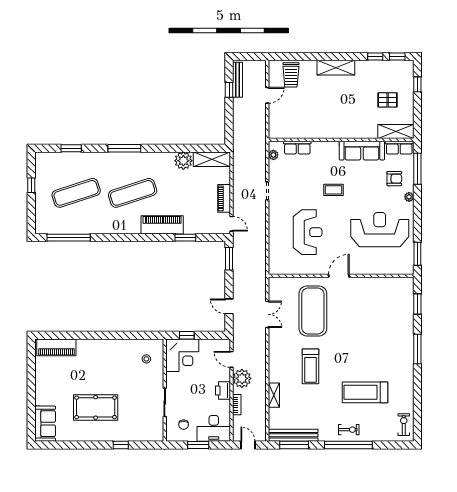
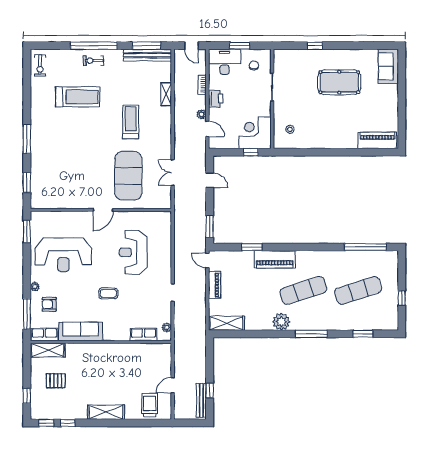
plant: (183, 161) -> (281, 322), moved
plant: (242, 378) -> (201, 114), width x0.53, depth x0.53

